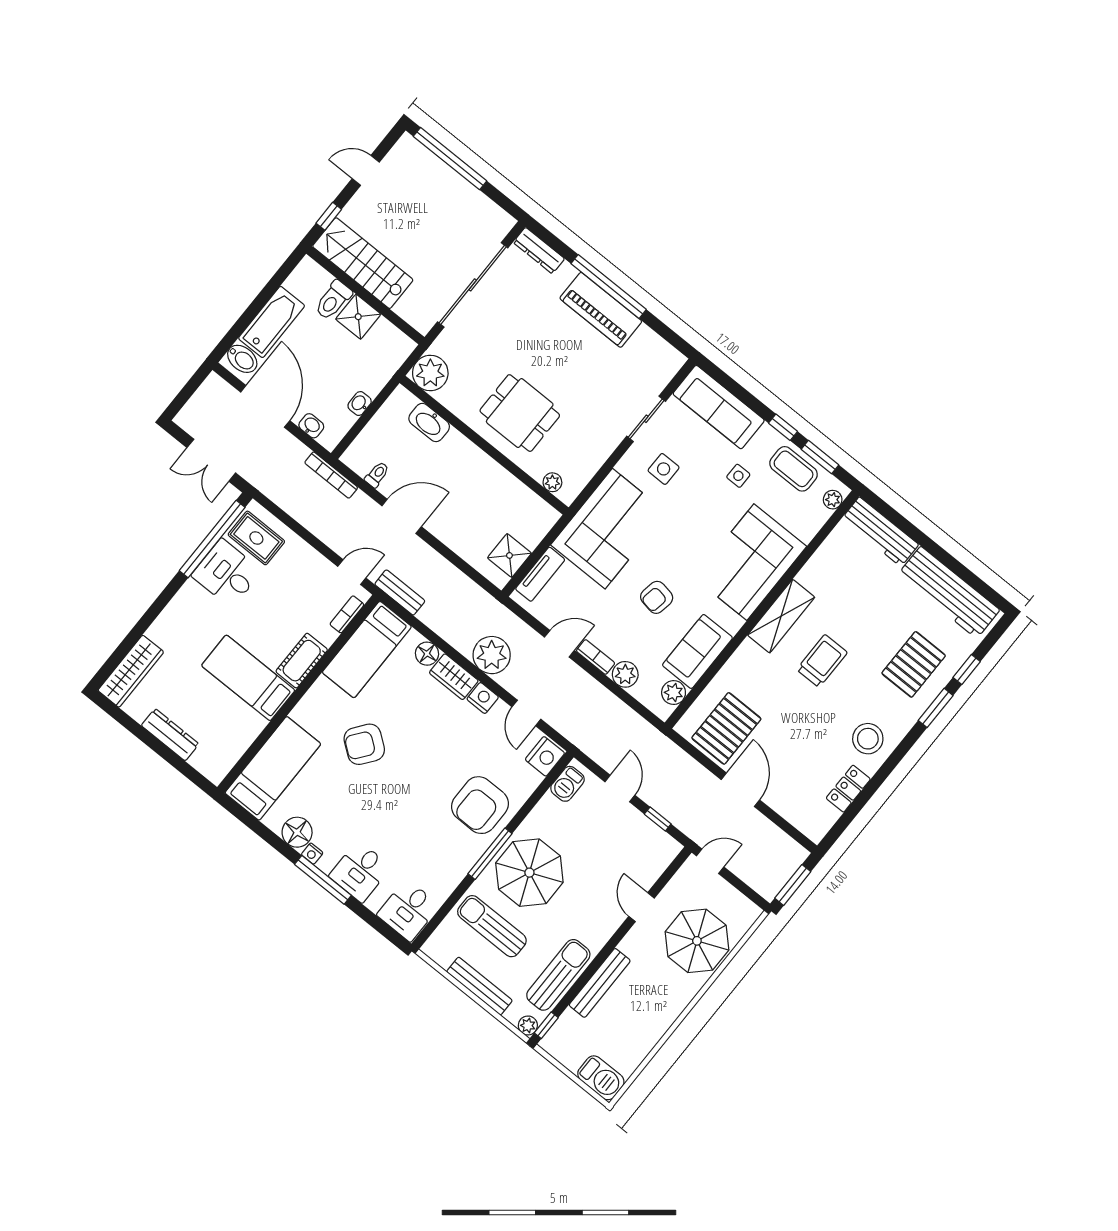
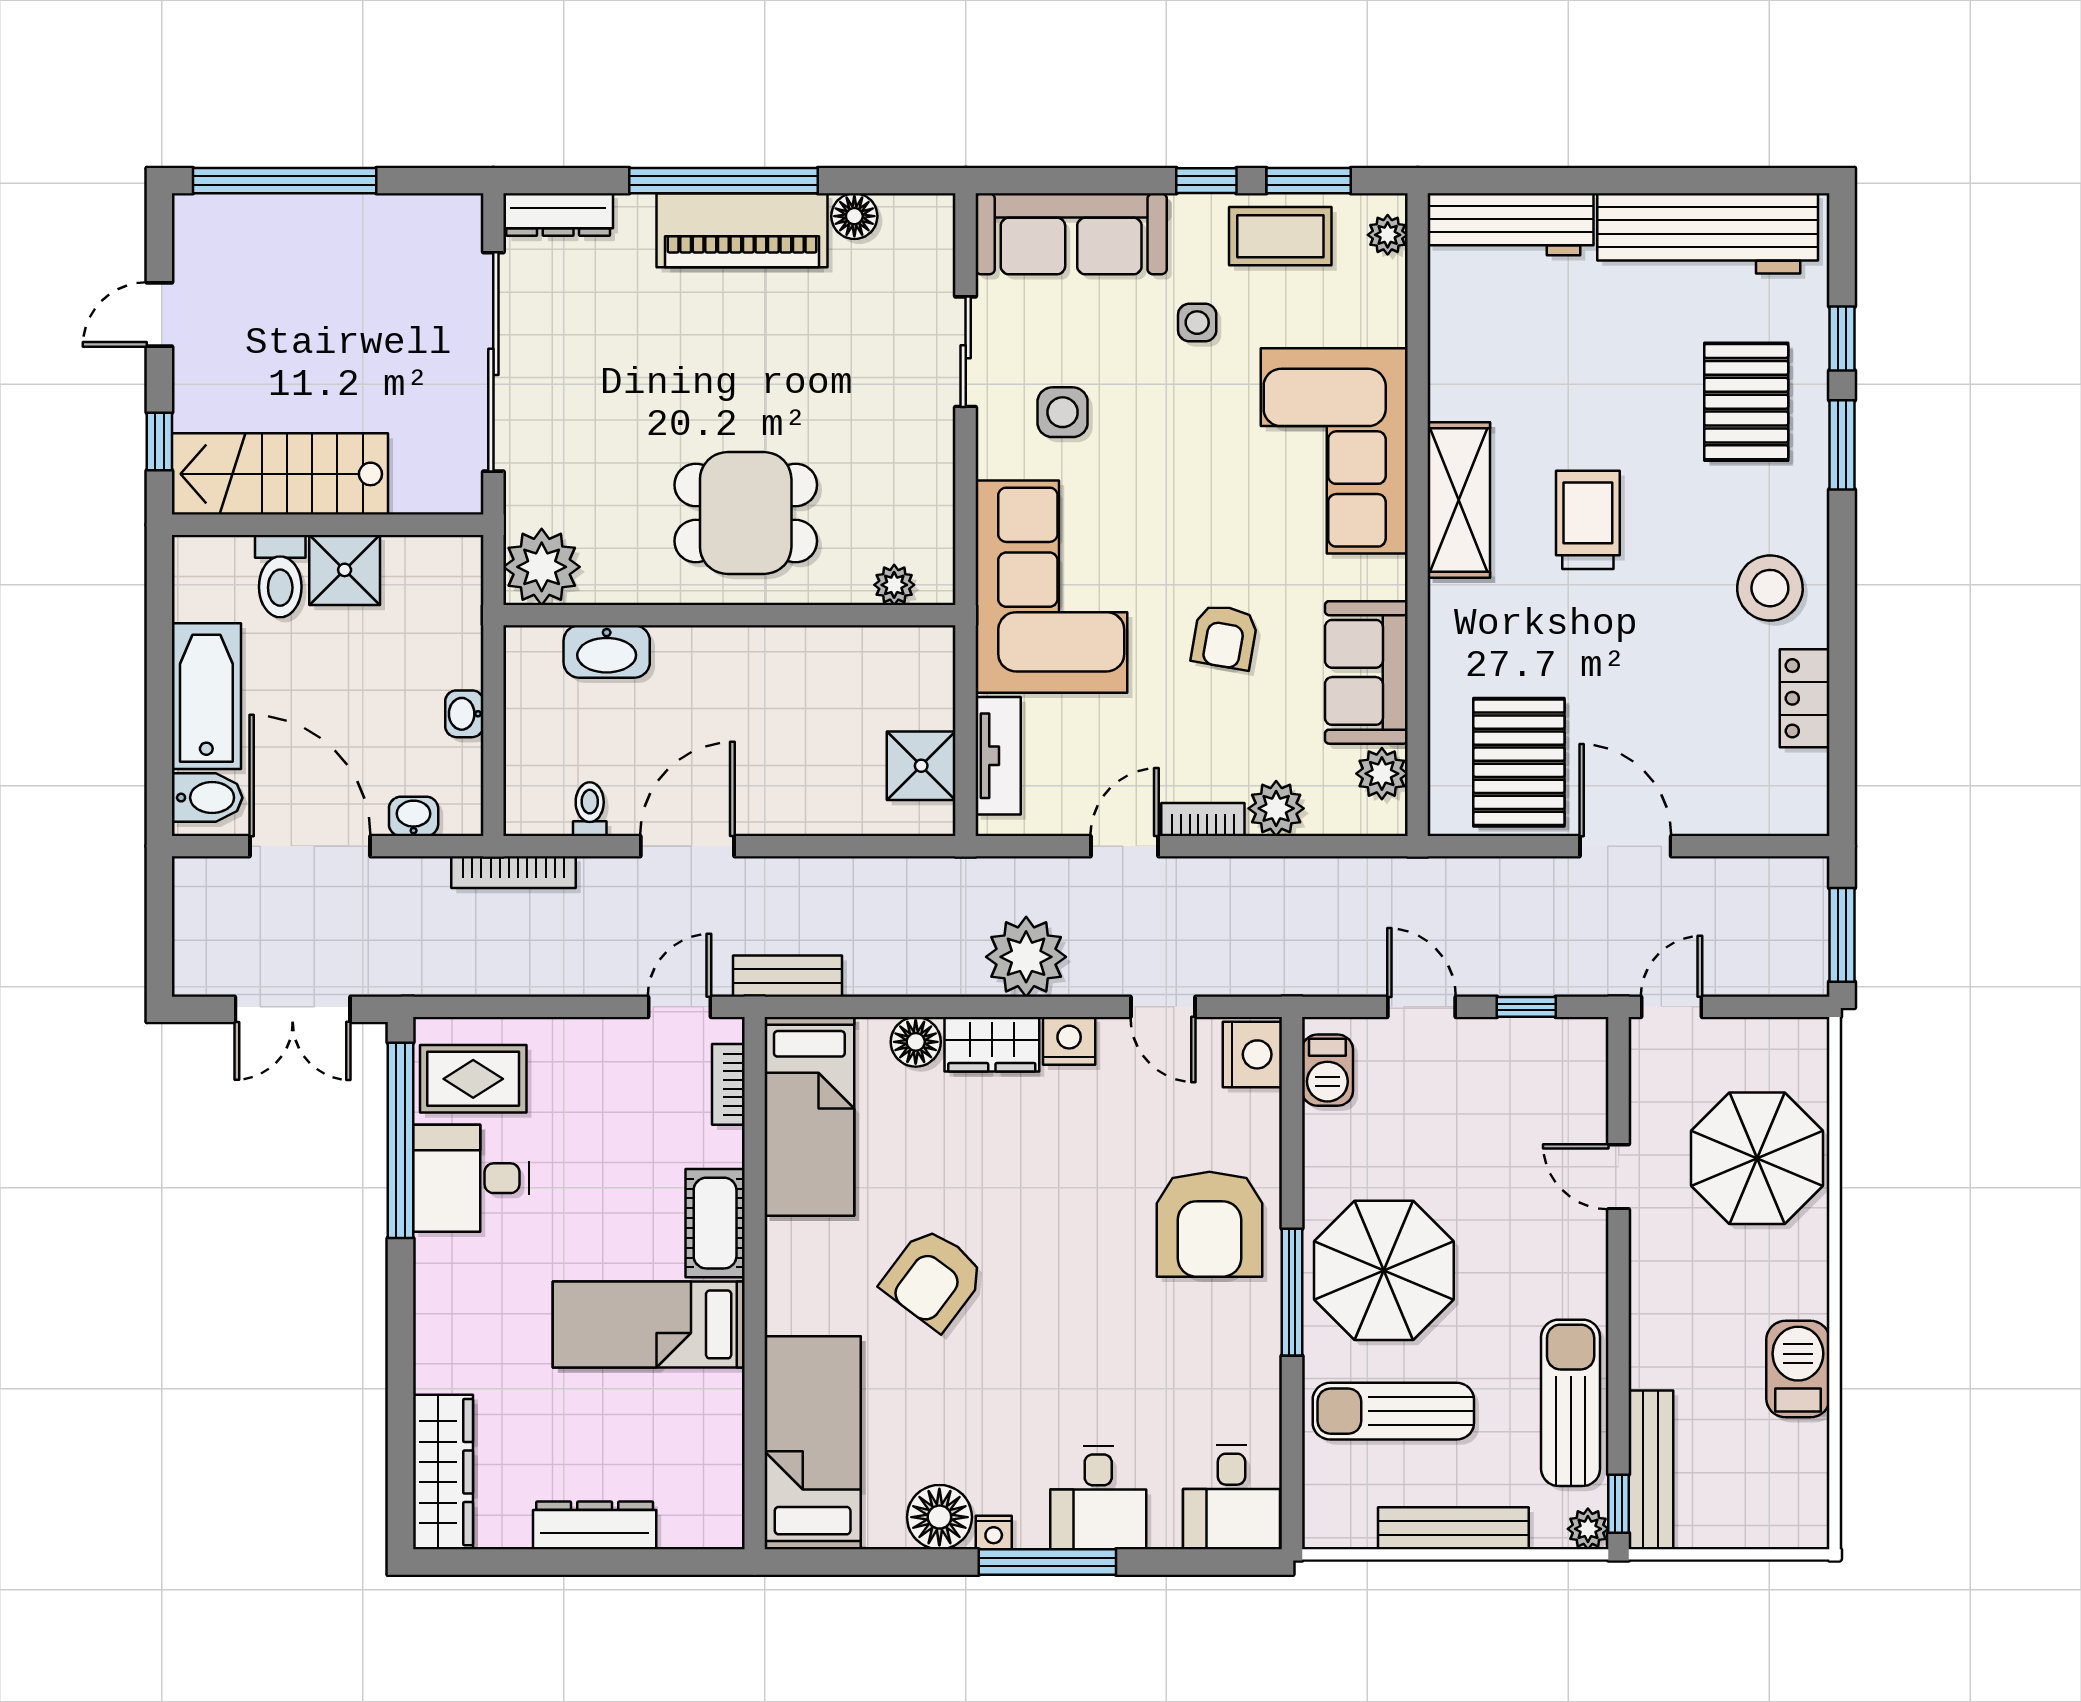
floor lamp: (646, 337) -> (854, 216), added
bench: (600, 983) -> (1651, 1470), moved
barbecue: (601, 1078) -> (1798, 1369), moved, turned -90

